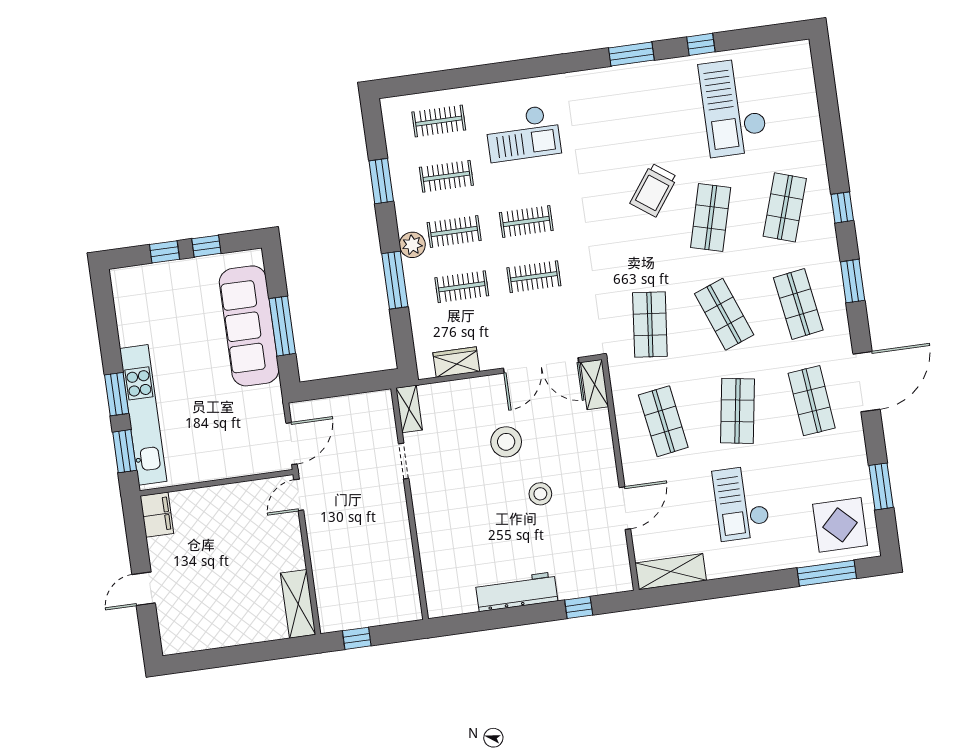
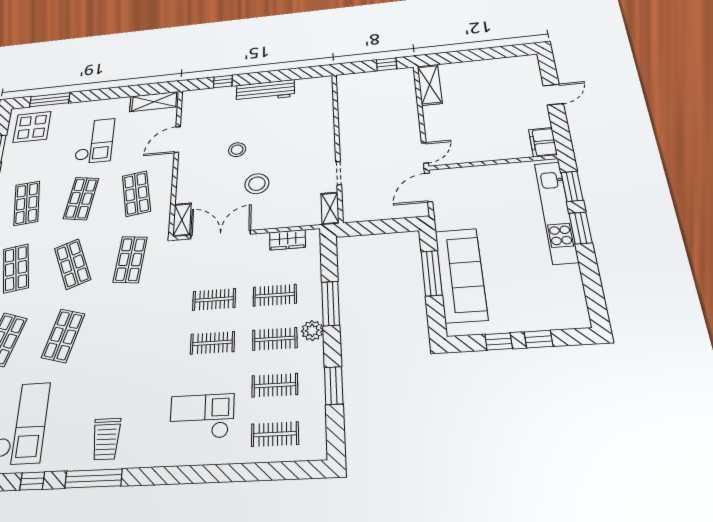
window: (631, 54) -> (93, 479), width x1.44
trolley: (654, 190) -> (106, 439), moved, turned 144

